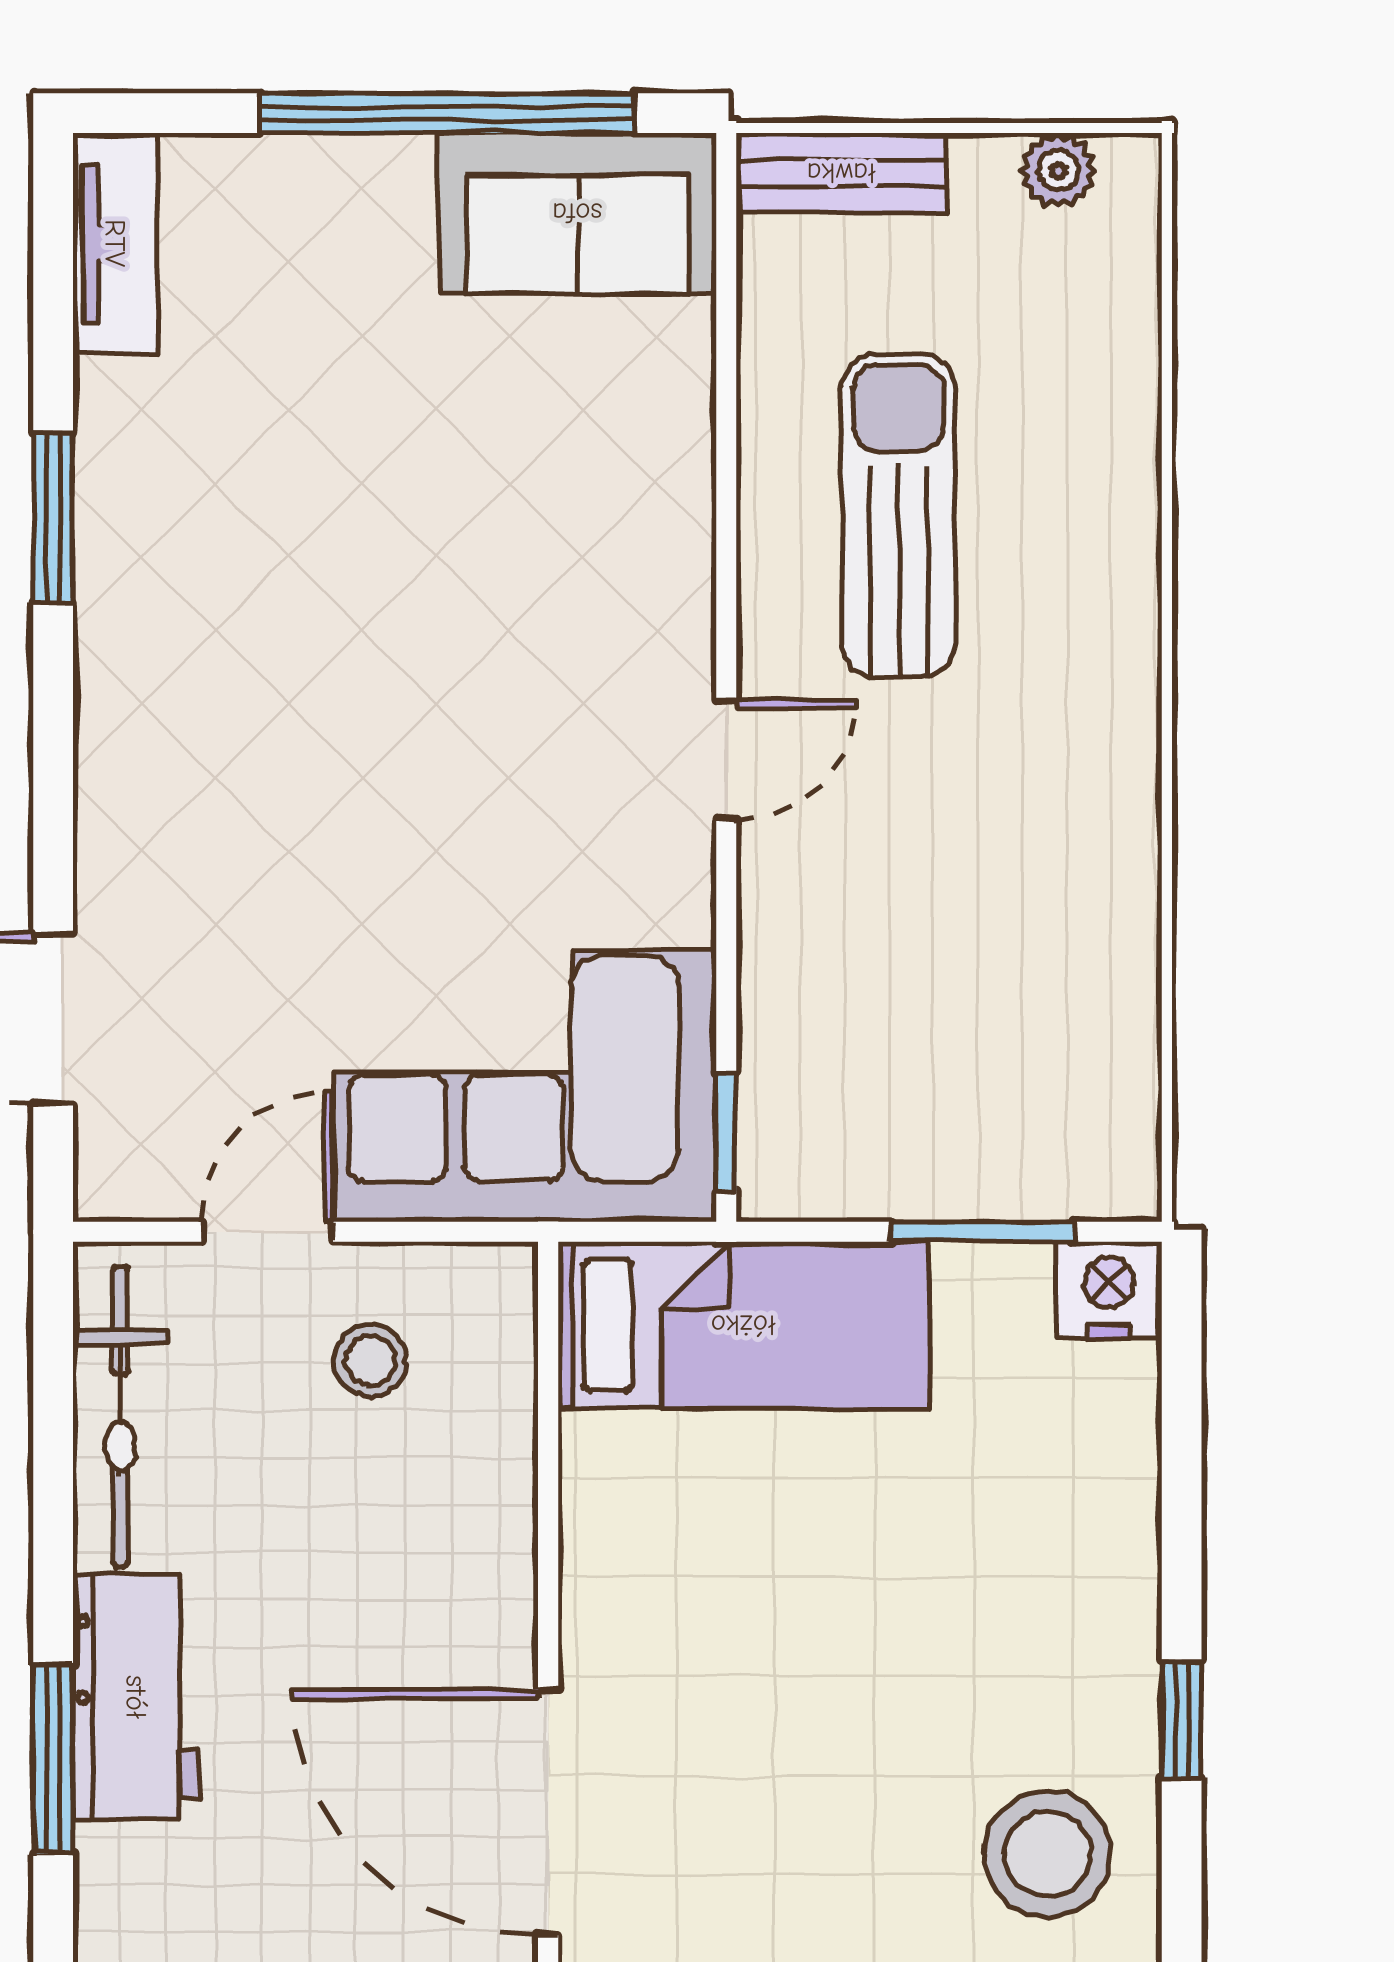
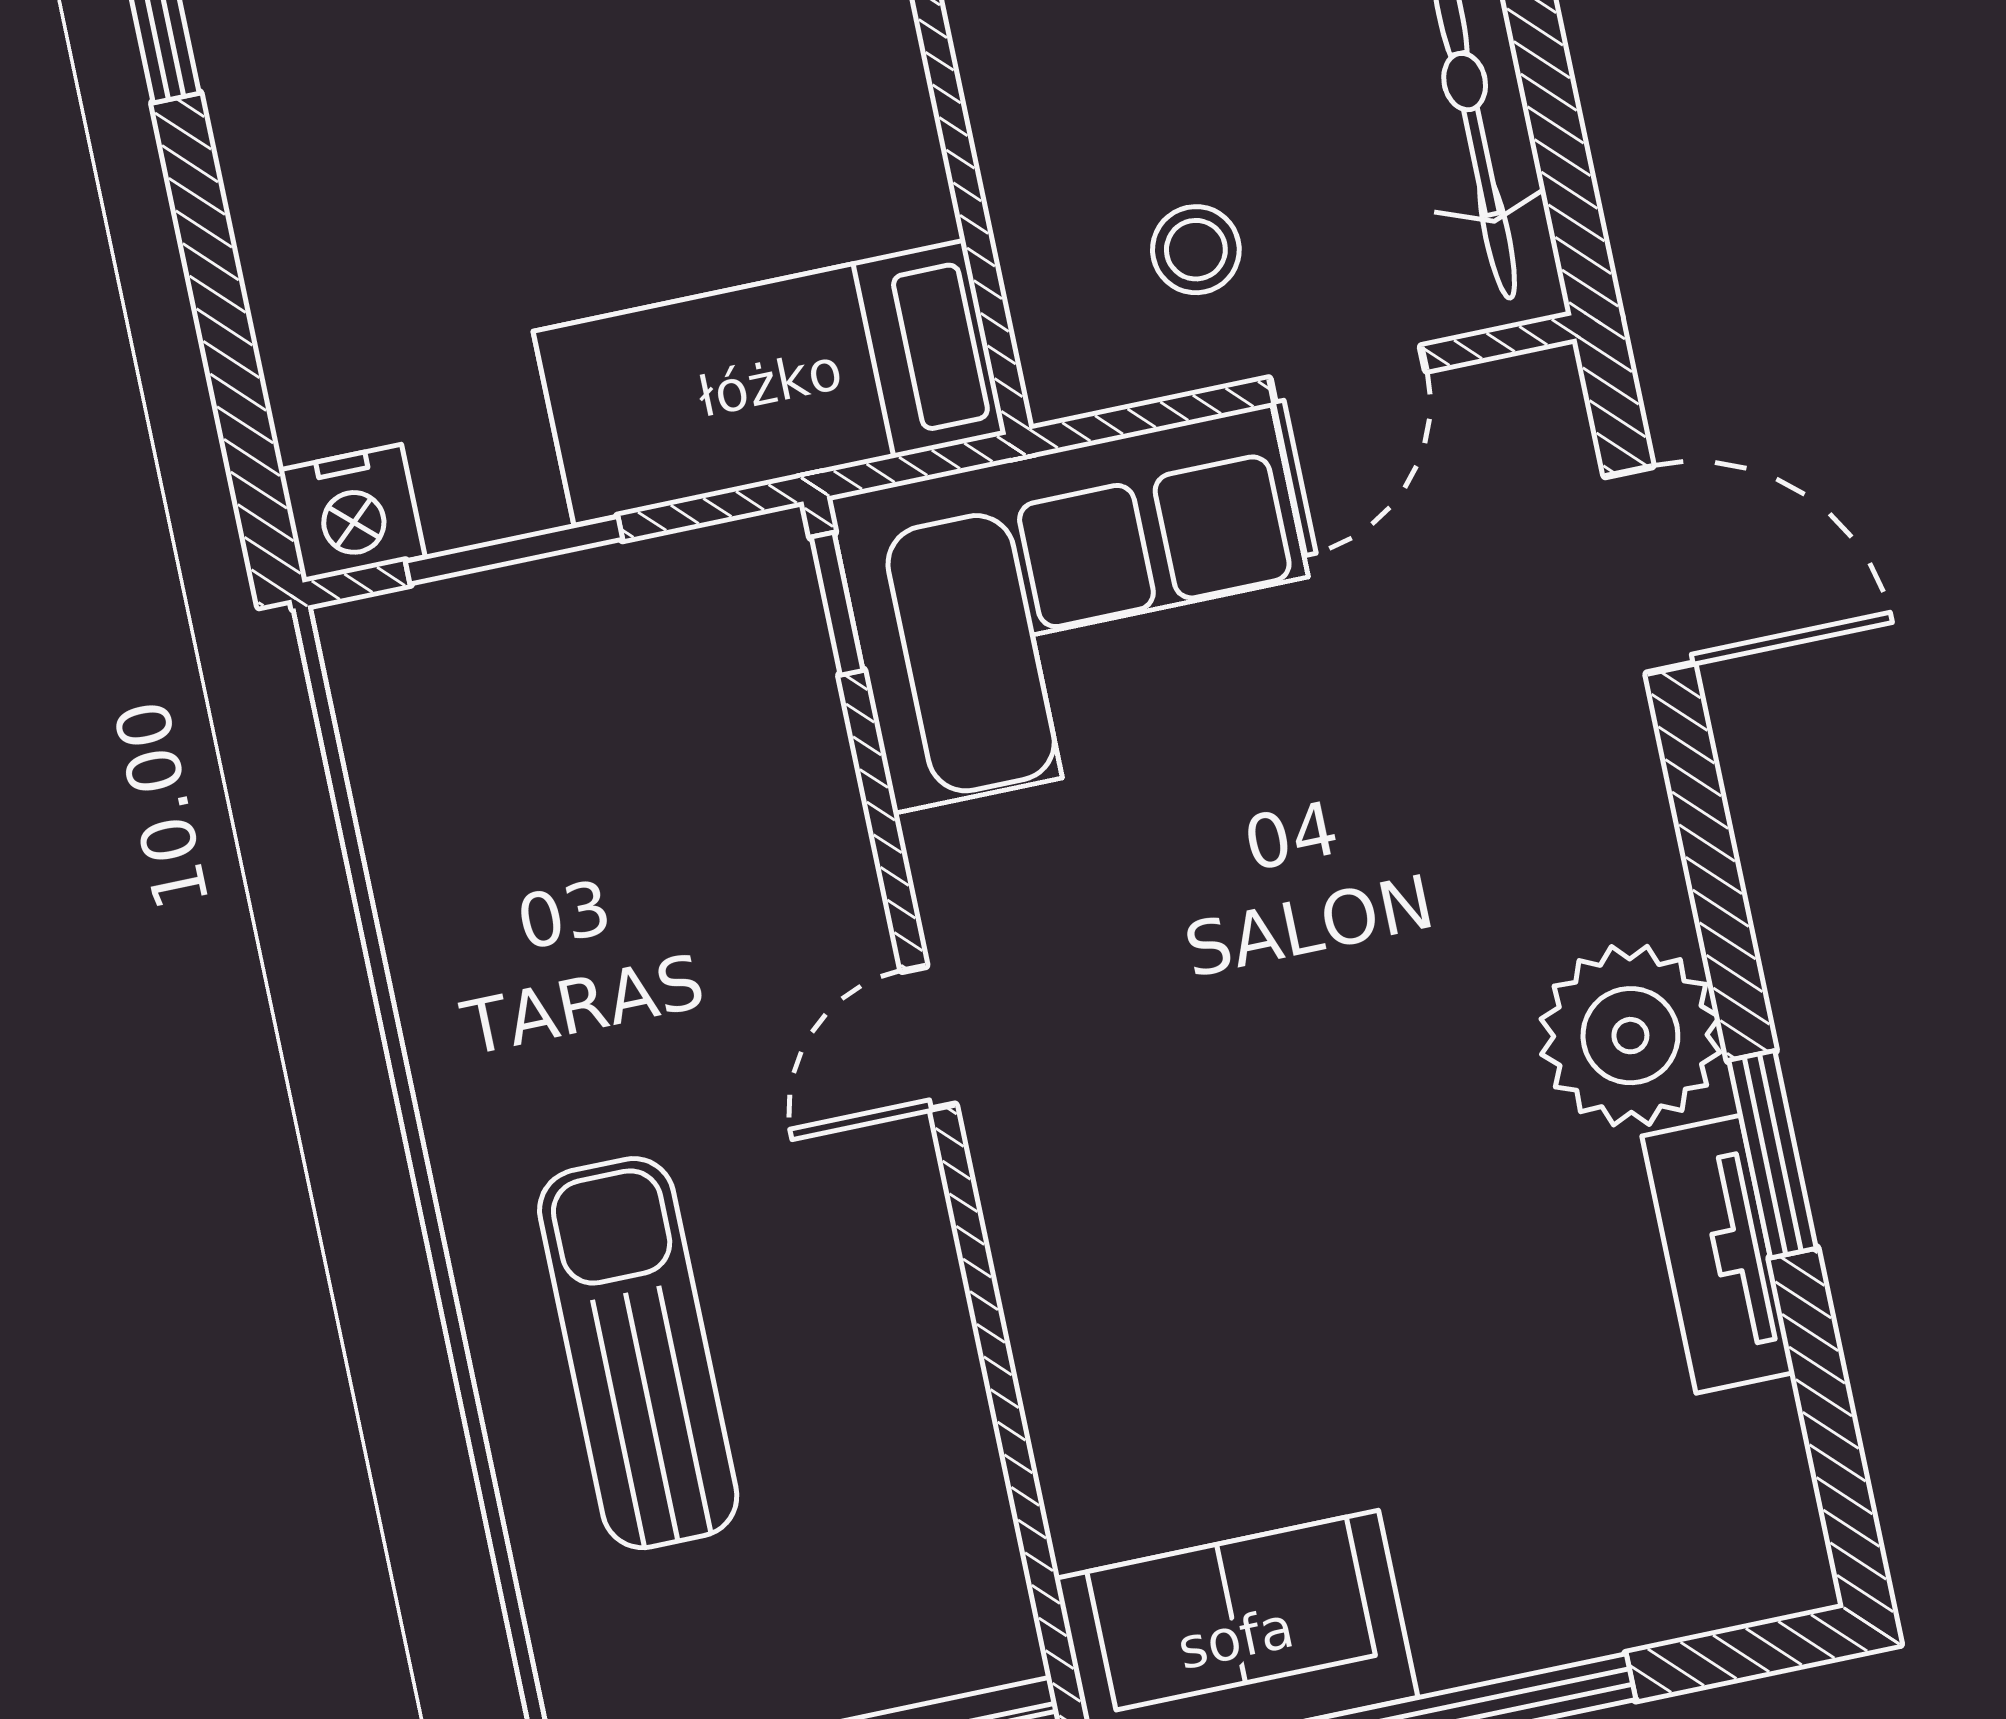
tv unit: (115, 243) -> (1718, 1254), moved
sun lounger: (899, 516) -> (638, 1353), moved, turned 180
plant: (149, 640) -> (1630, 1036), added

